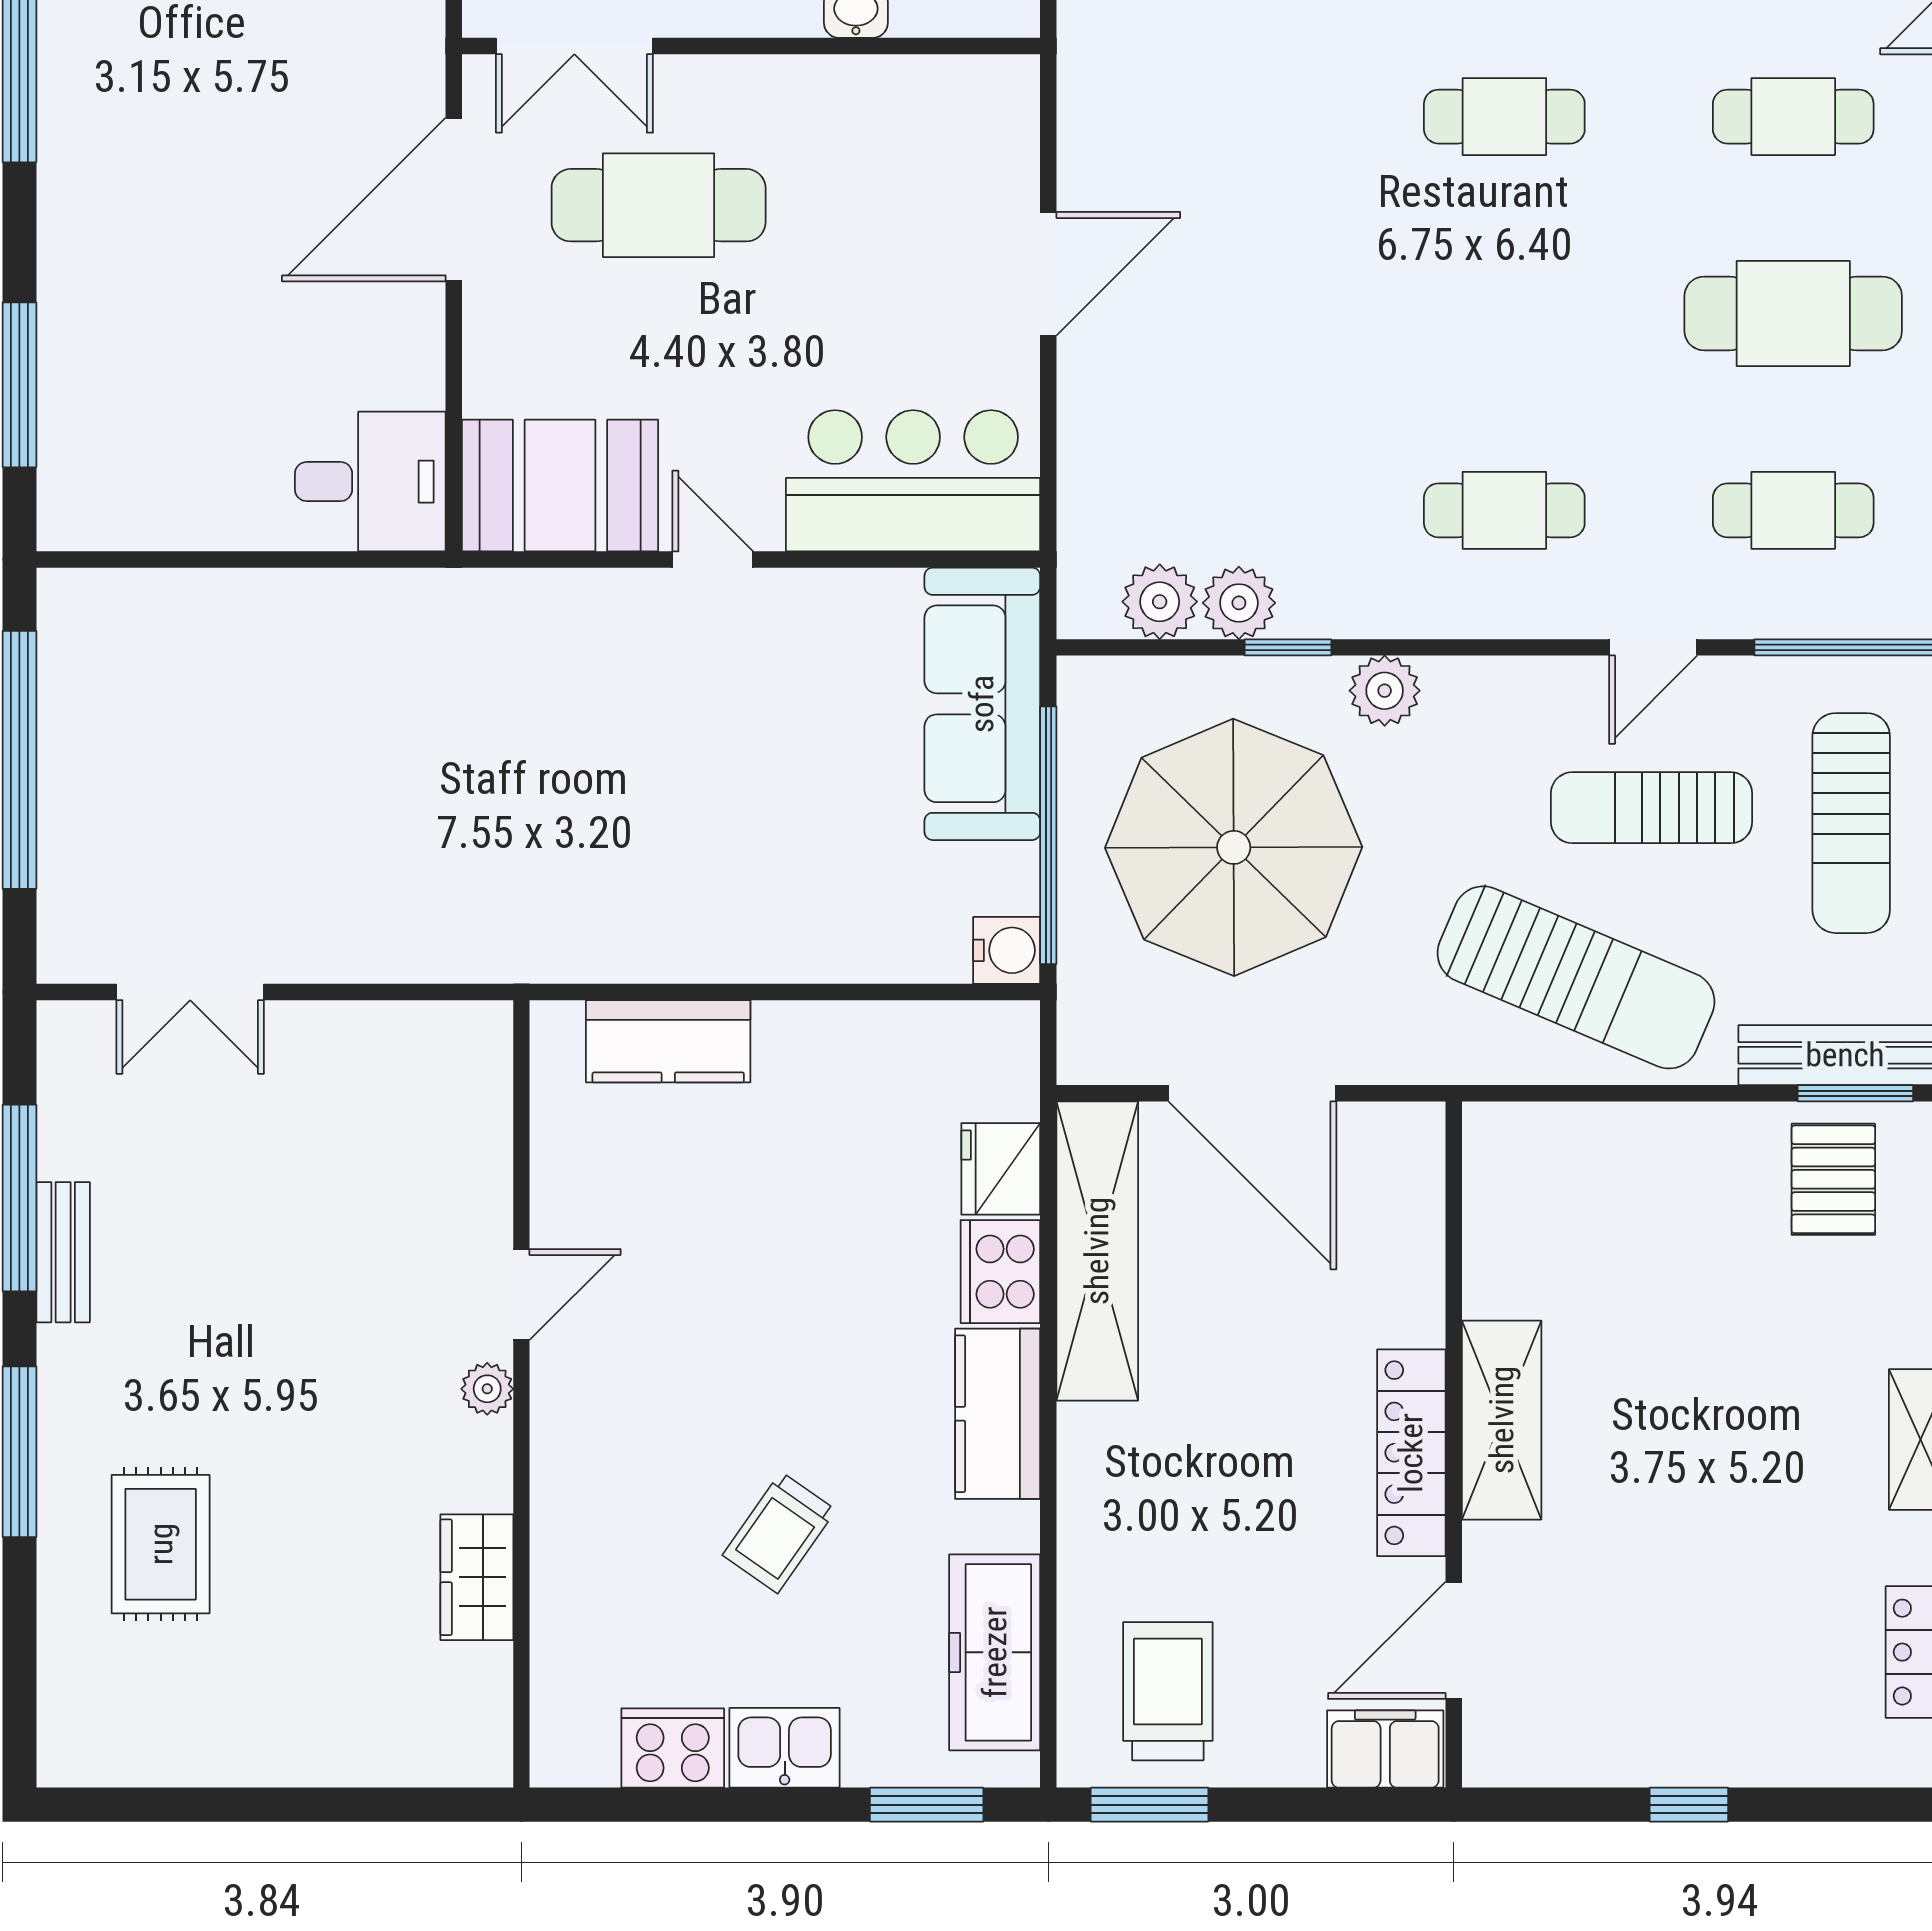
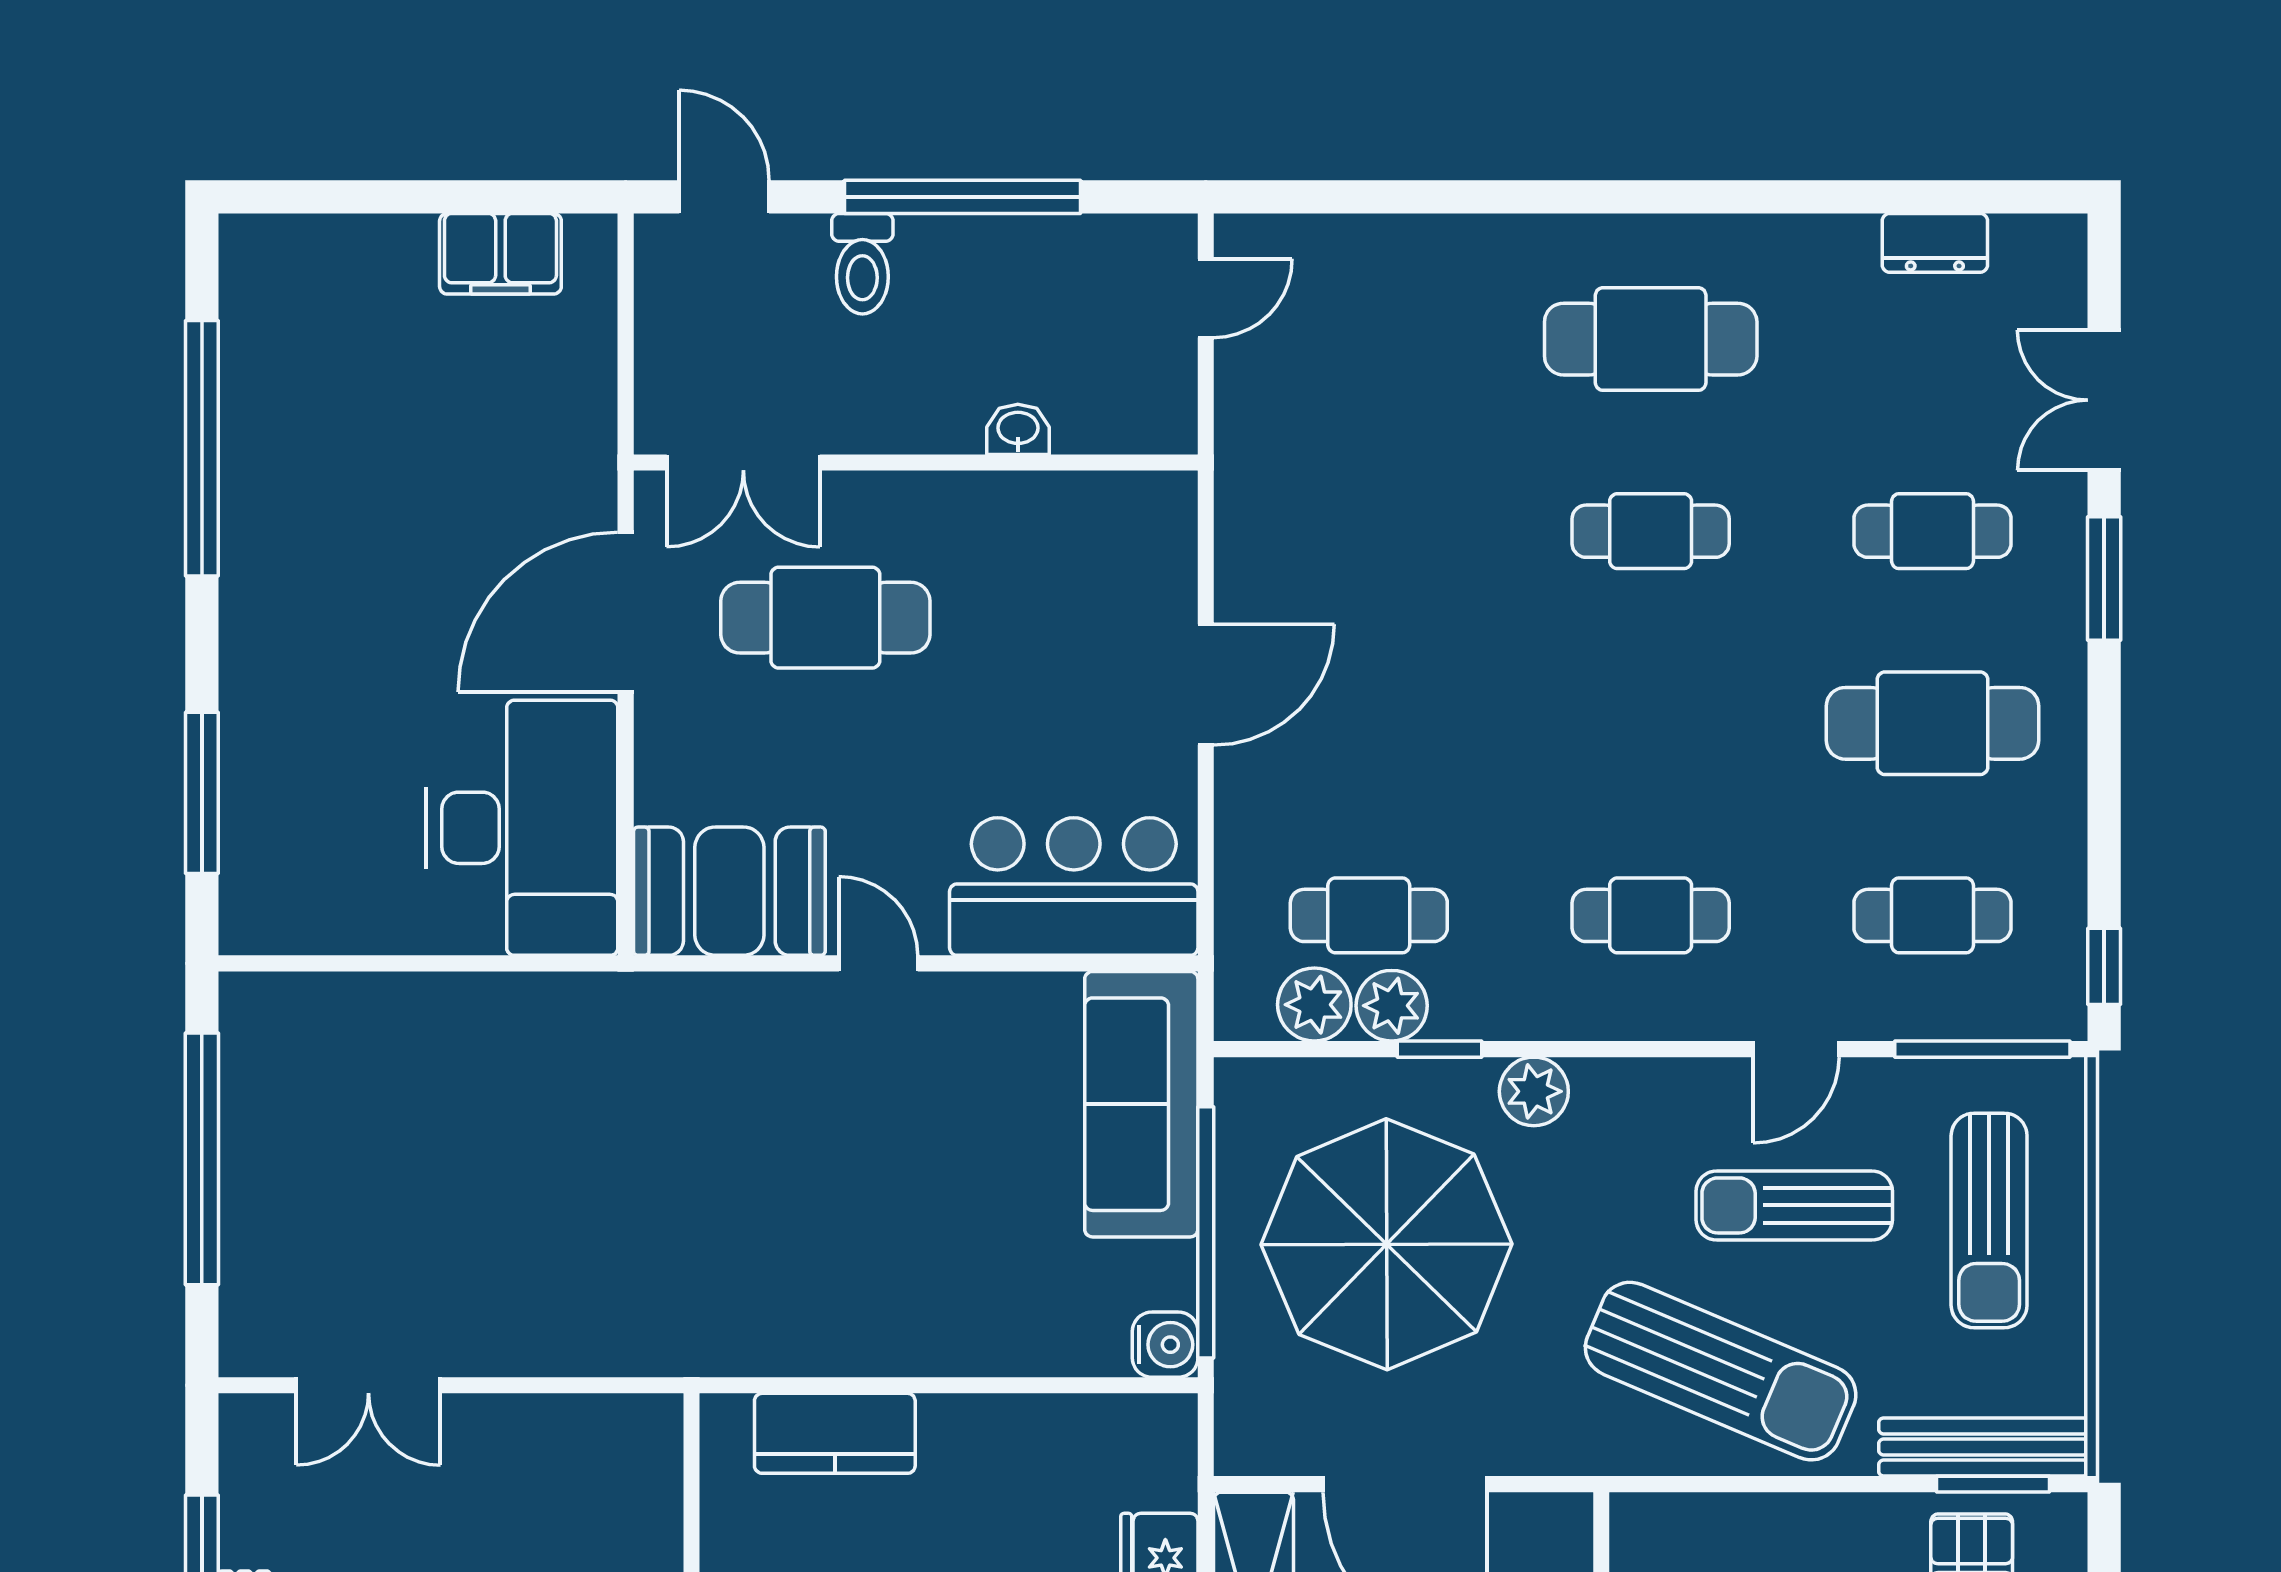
desk: (370, 482) -> (522, 828), width x1.87, depth x1.30
cafe table: (1215, 510) -> (1369, 915), added

